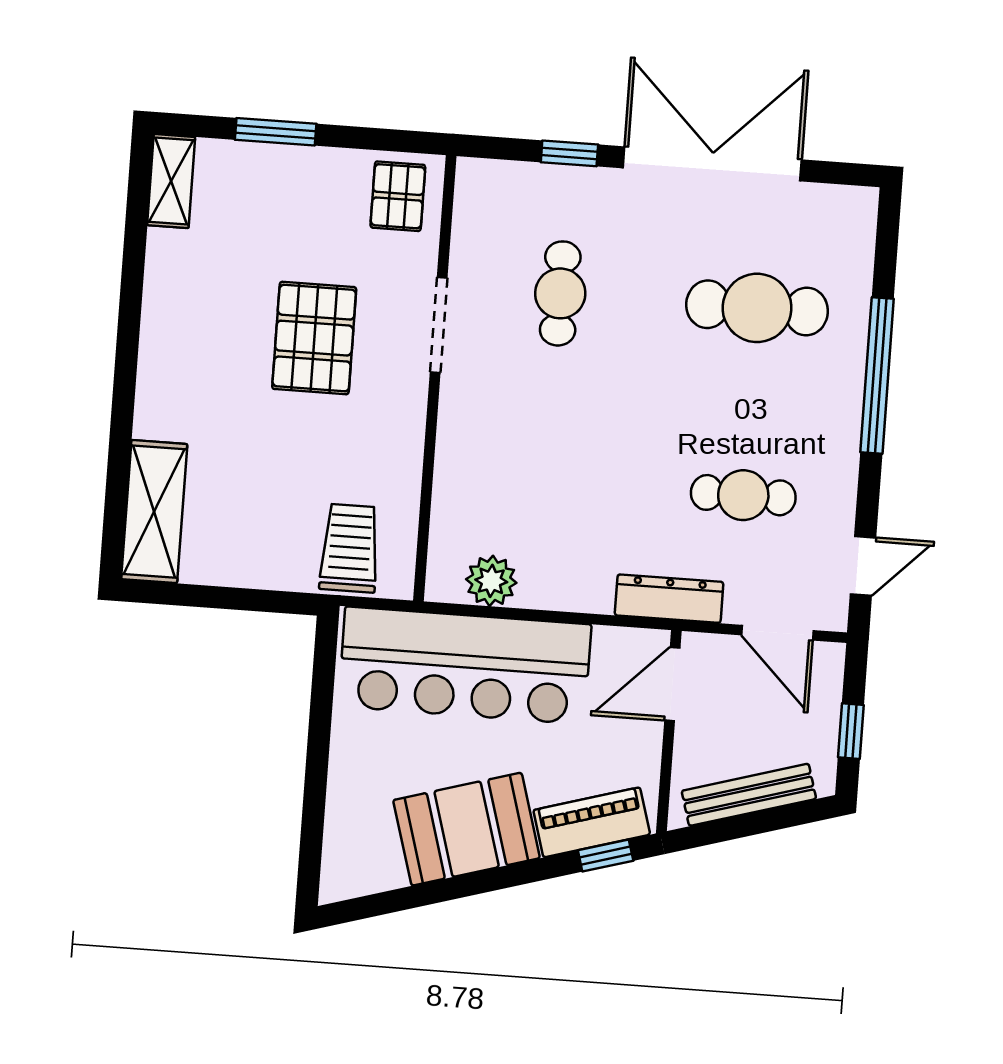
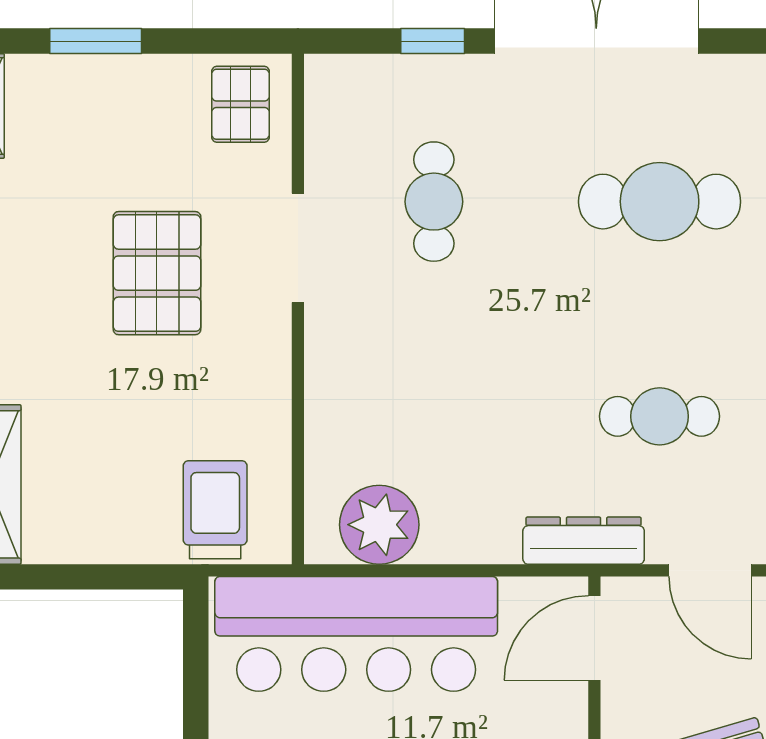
plant: (491, 581) -> (379, 525), width x1.36, depth x1.36

